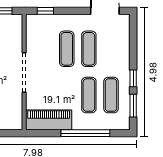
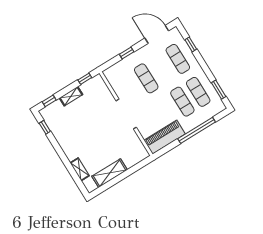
window: (45, 11) -> (127, 53), moved
exercise mat: (89, 49) -> (178, 59), moved
window: (133, 78) -> (191, 44), moved

